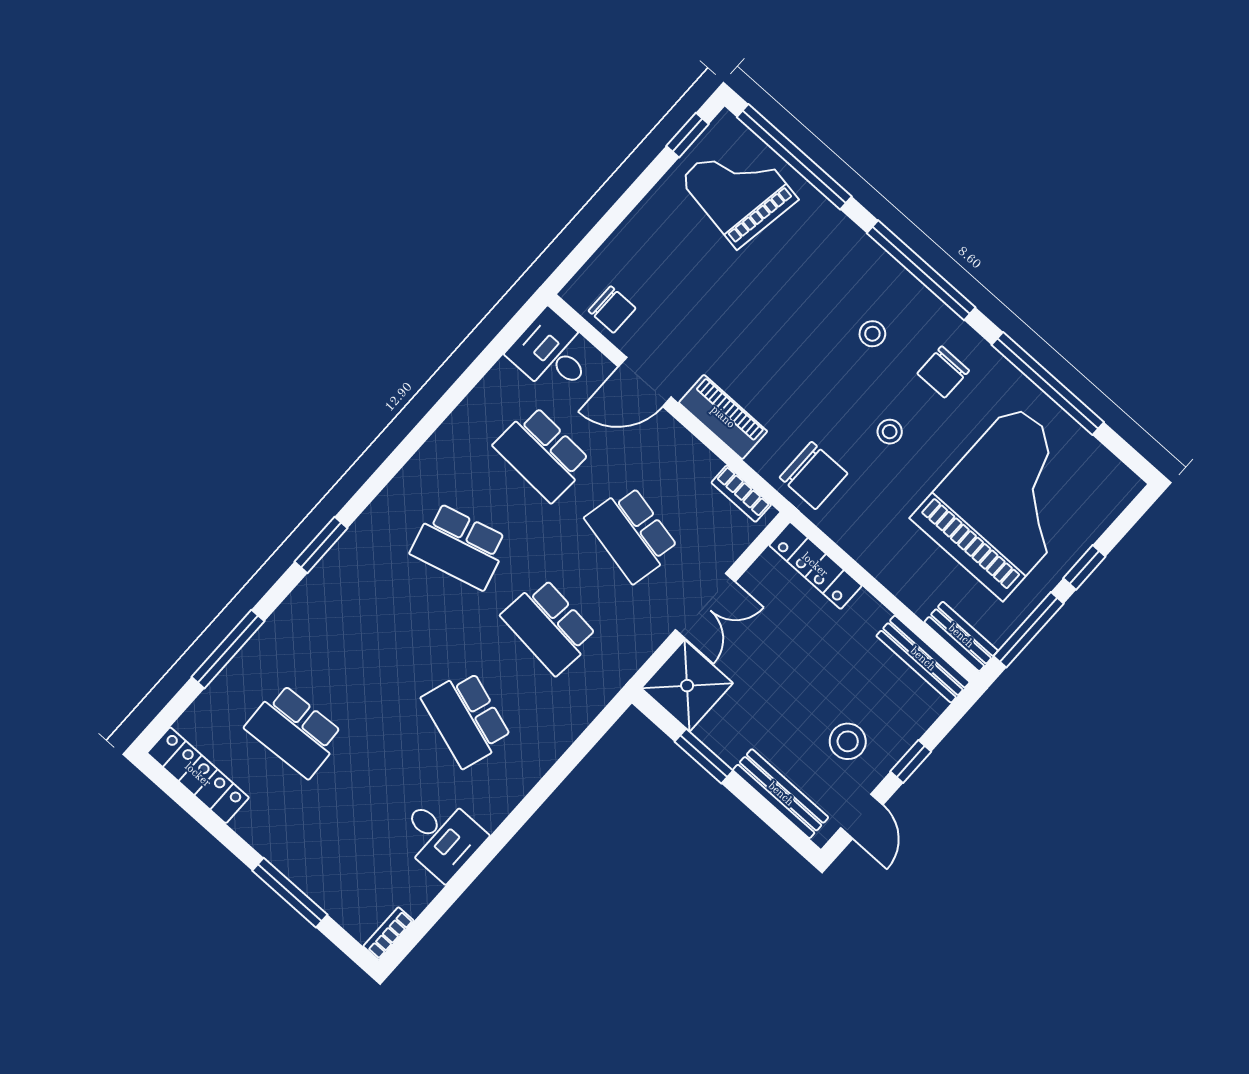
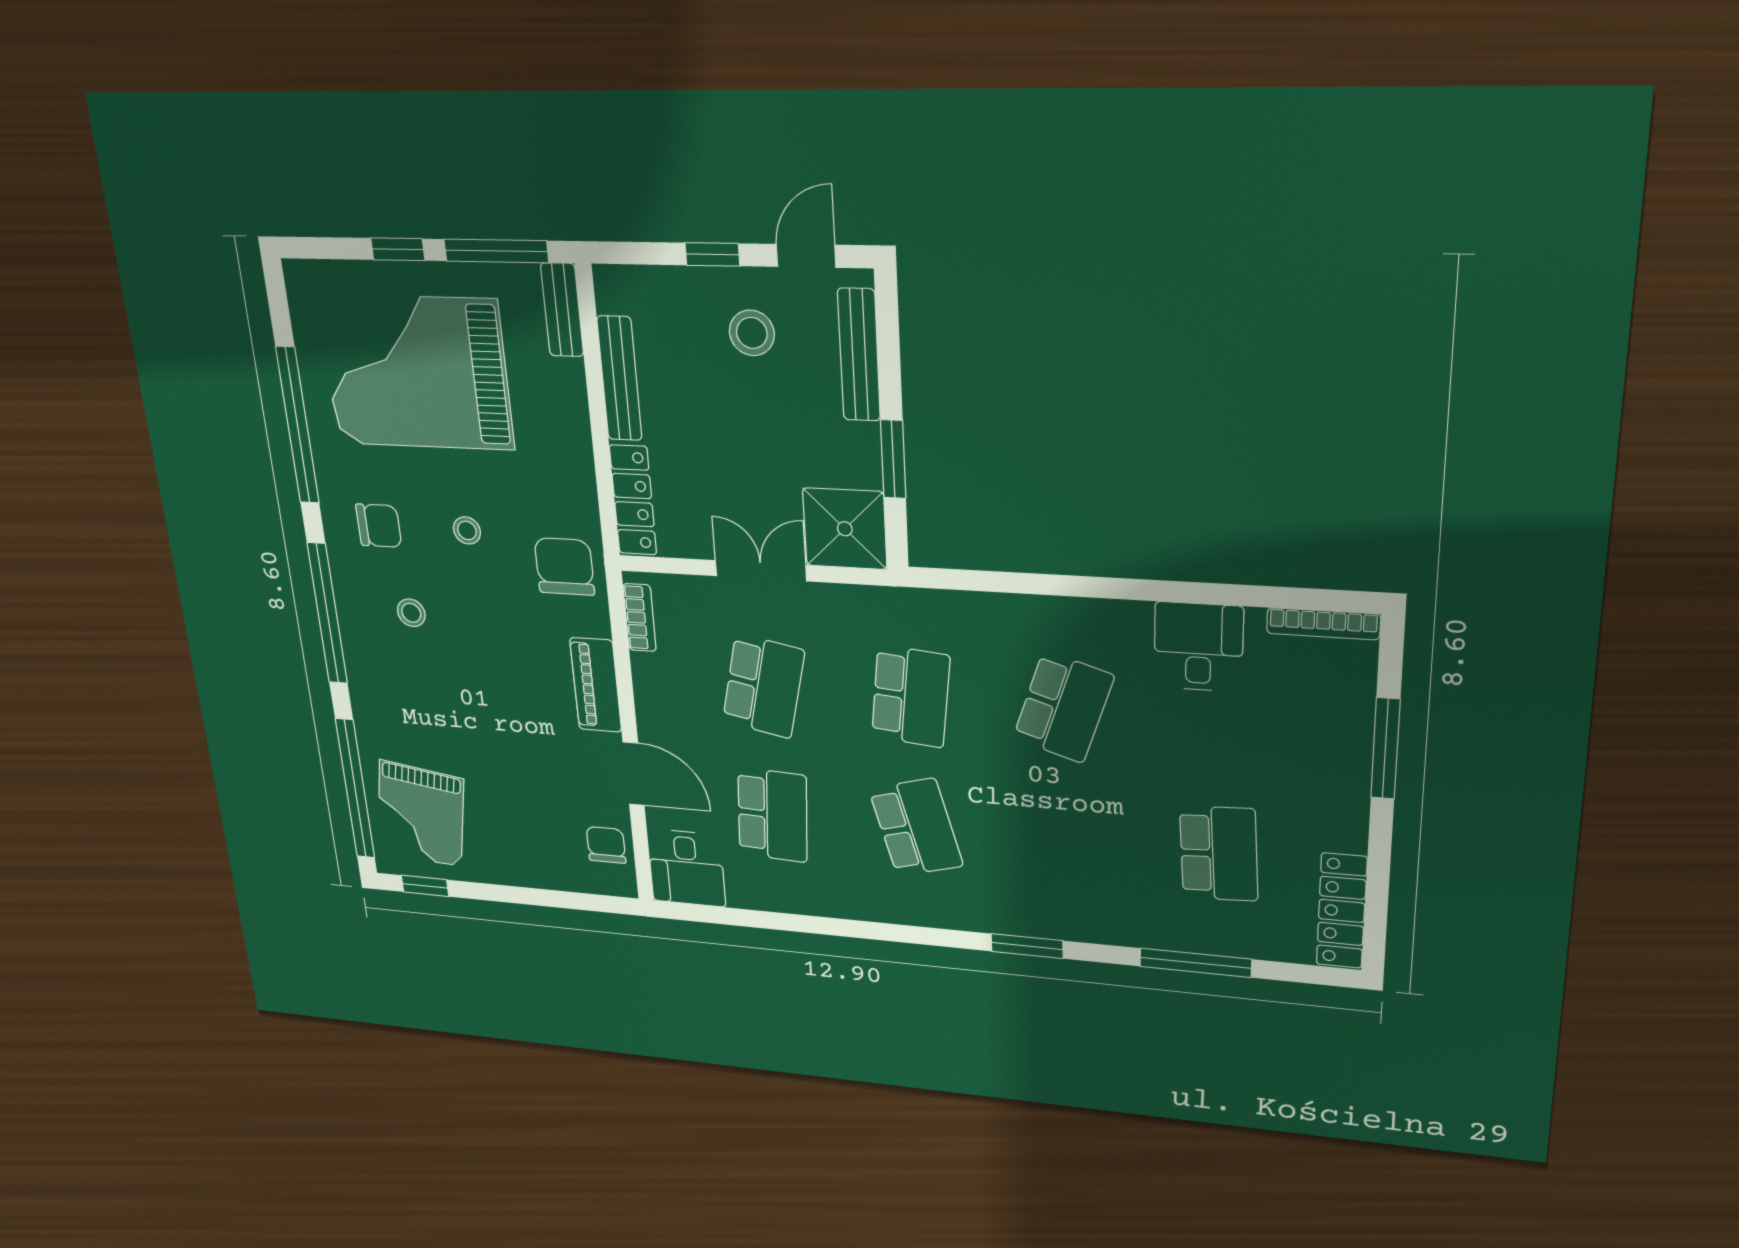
bench: (923, 659) -> (619, 379), moved
bookcase: (389, 934) -> (1323, 624), width x1.56

